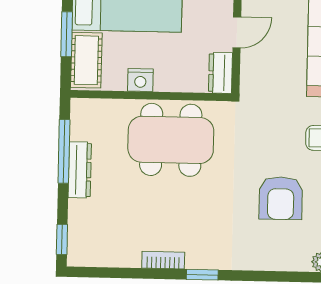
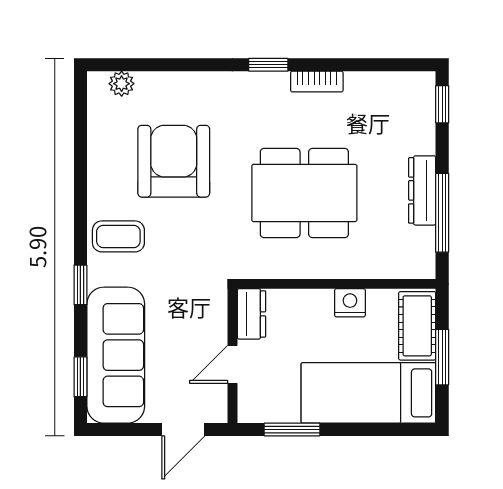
dining table: (171, 140) -> (304, 193), moved
armchair: (281, 198) -> (174, 161), width x1.36, depth x1.36

